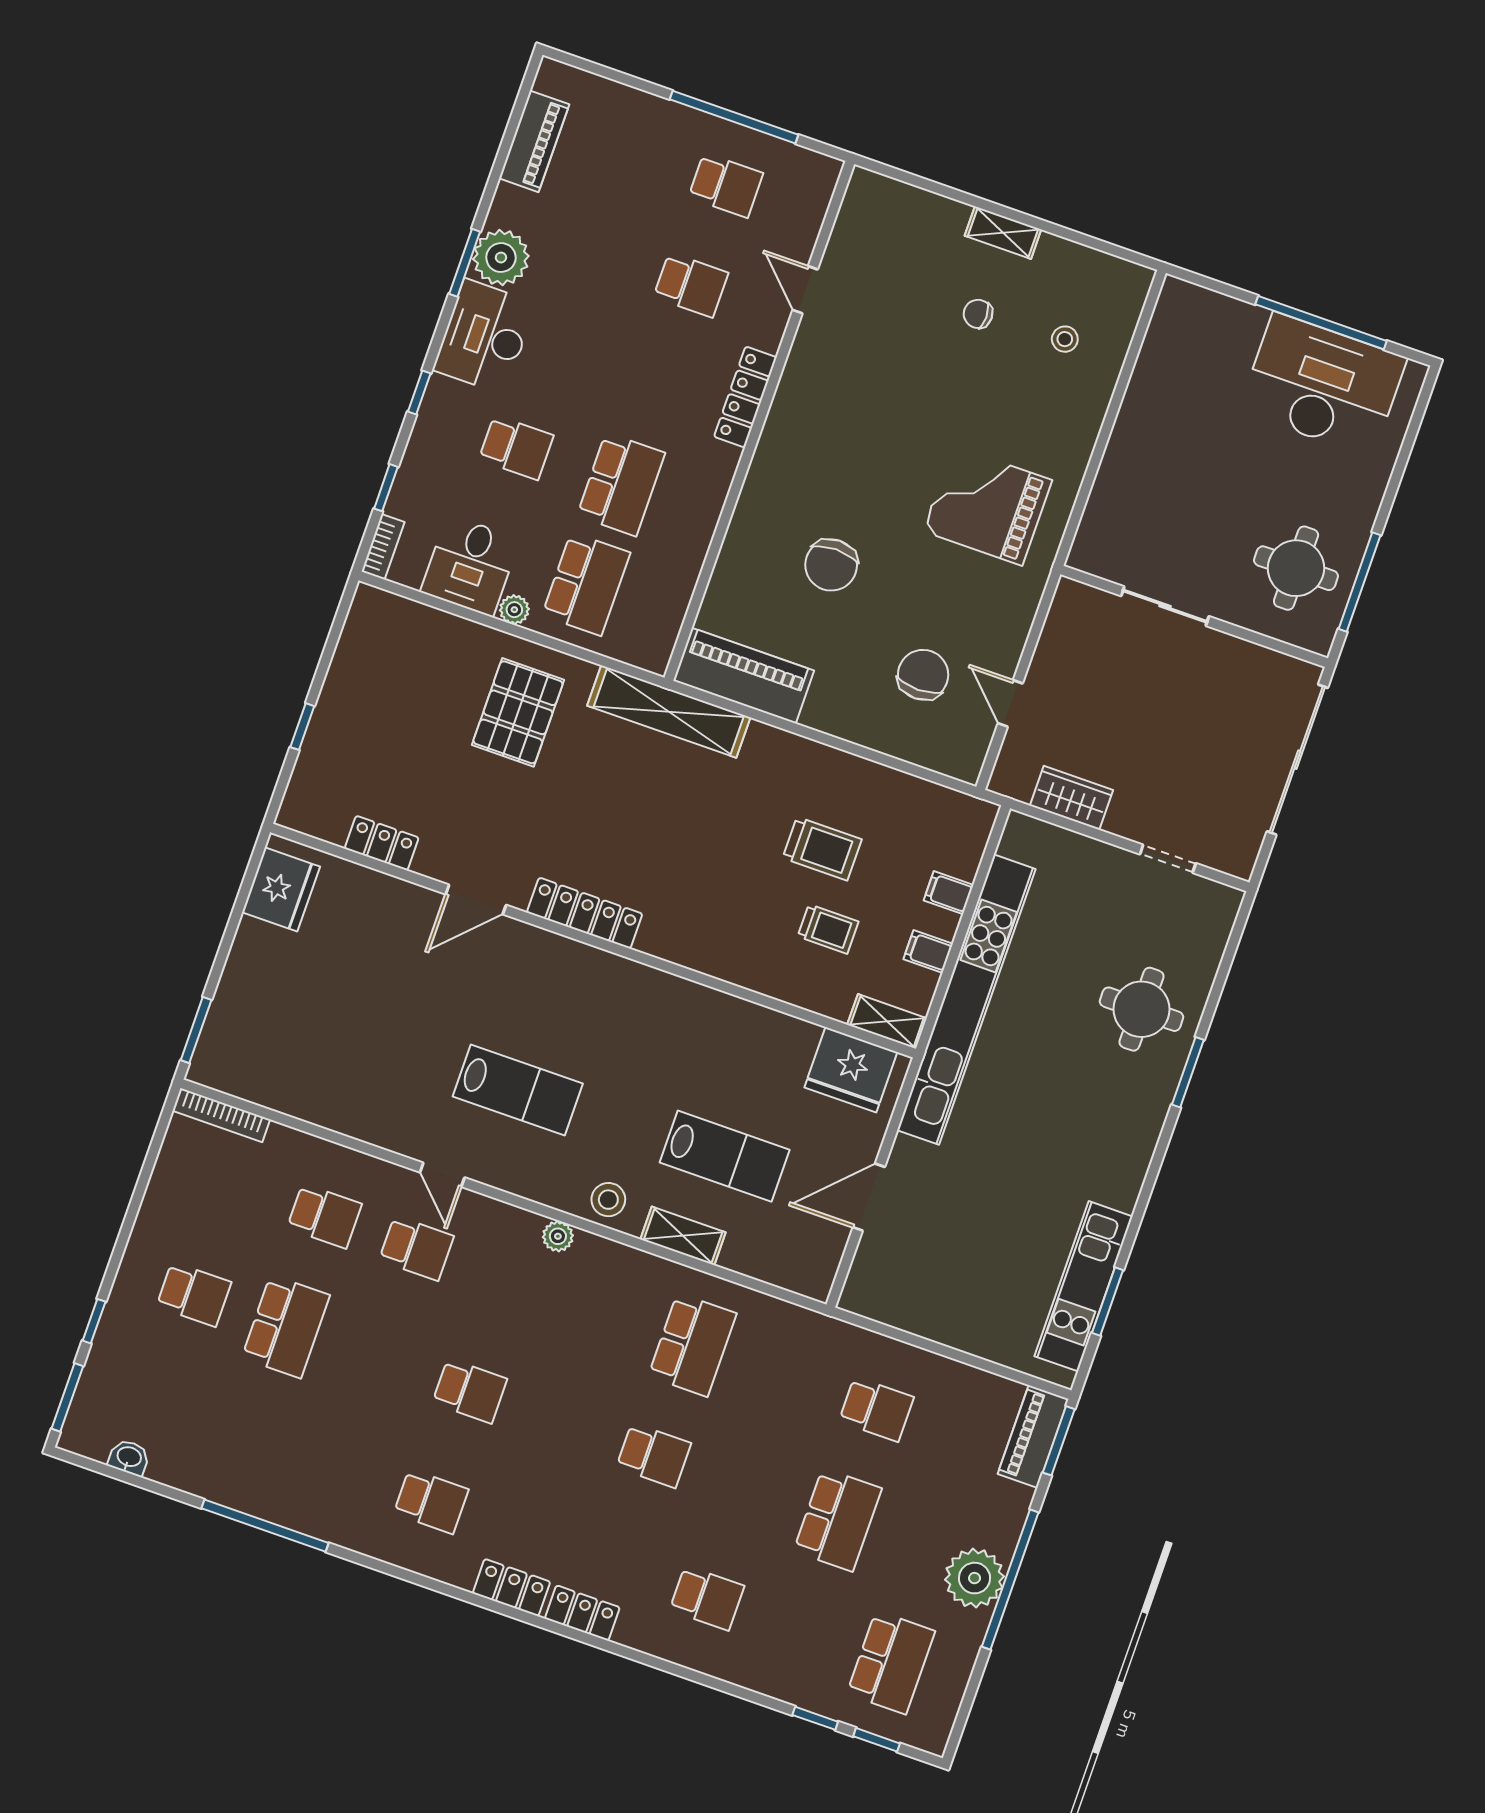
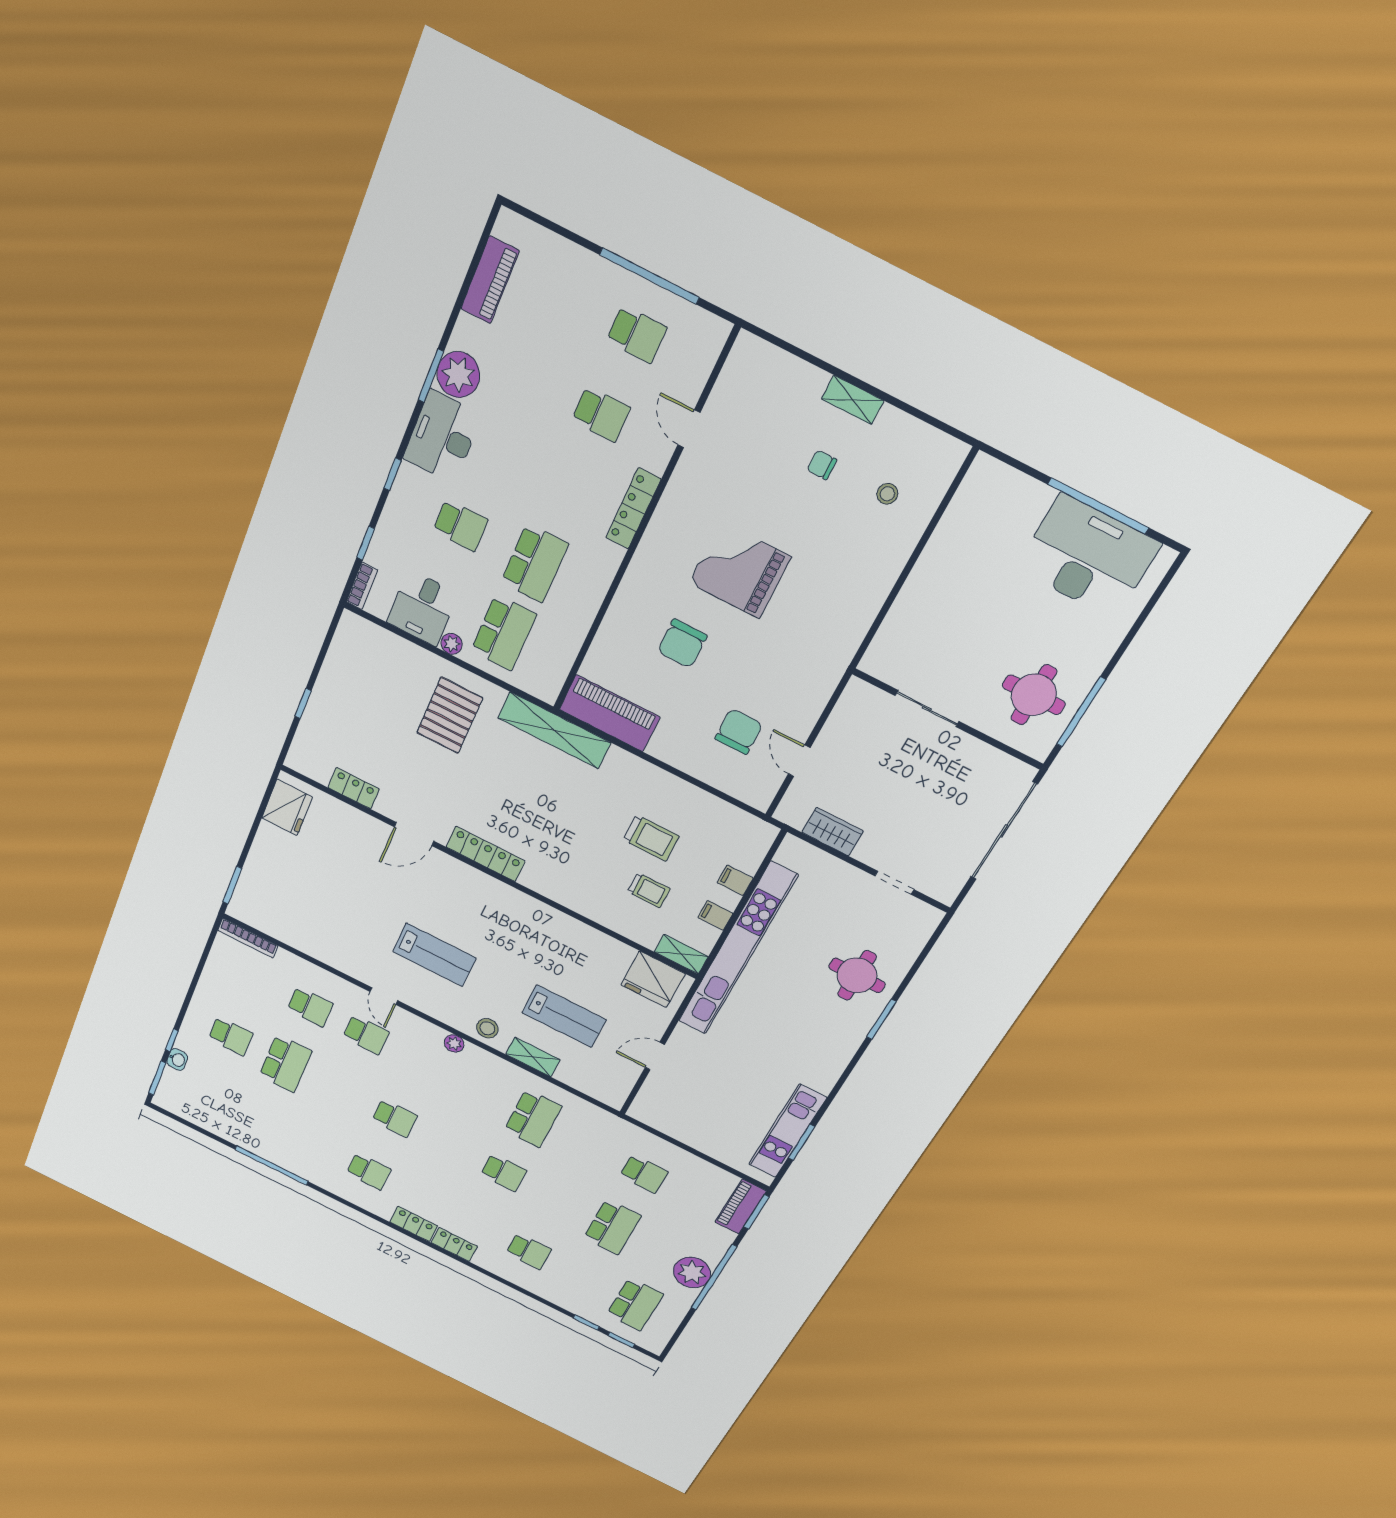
grand piano: (987, 506) -> (740, 570), moved
door: (869, 1197) -> (655, 1056), width x0.73
washbasin: (129, 1457) -> (177, 1059), moved, turned 90

